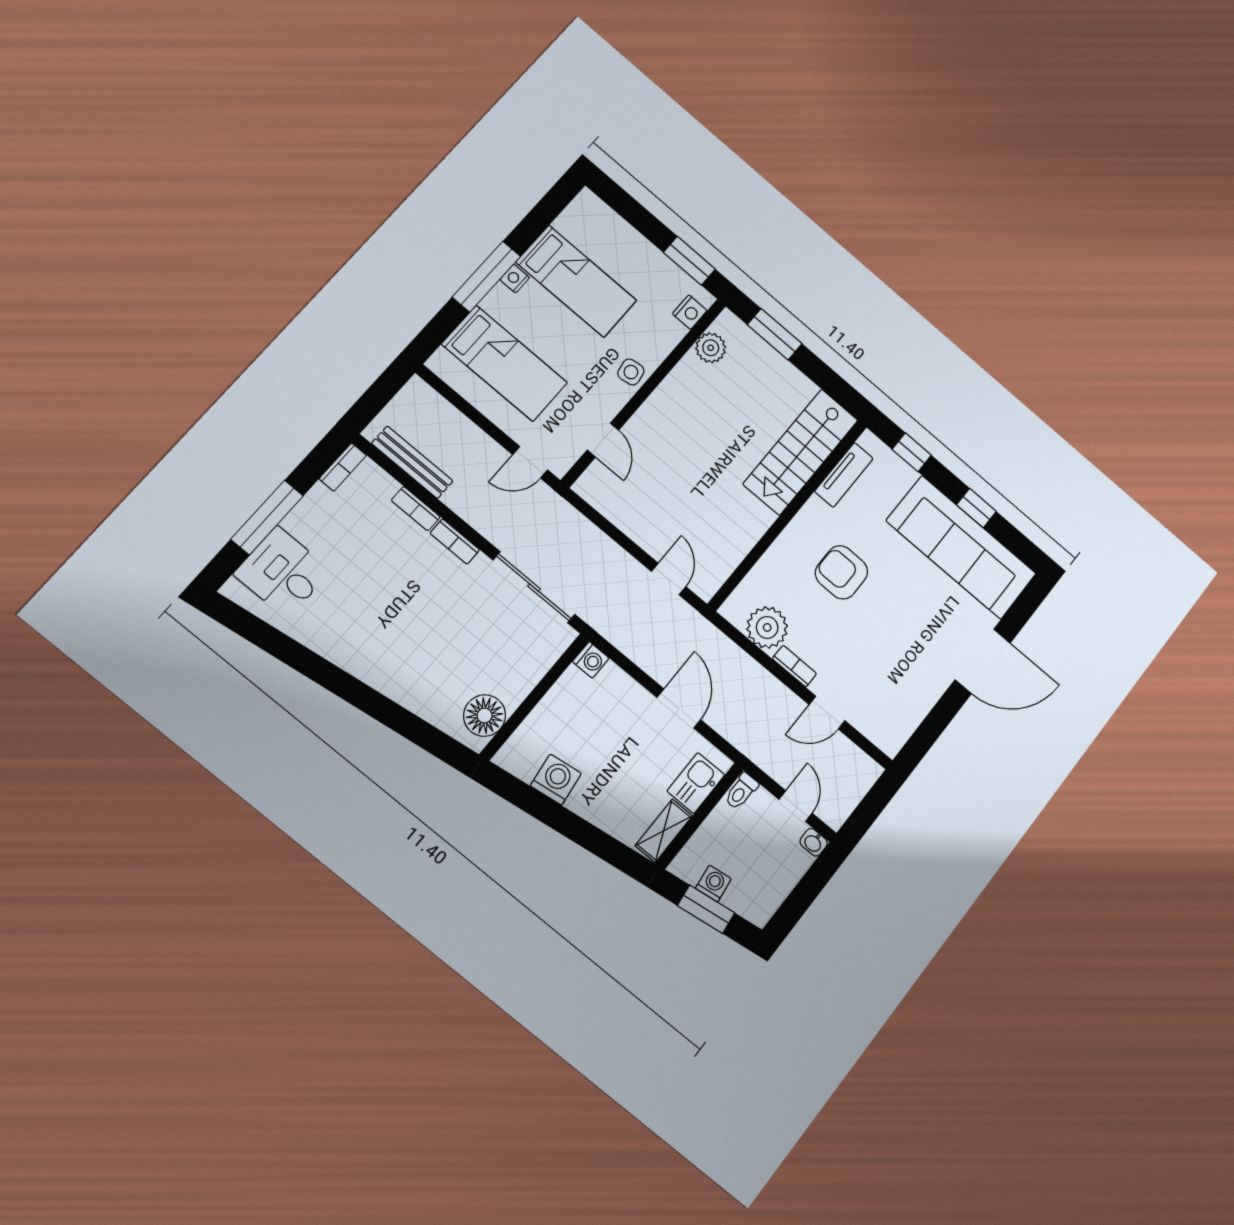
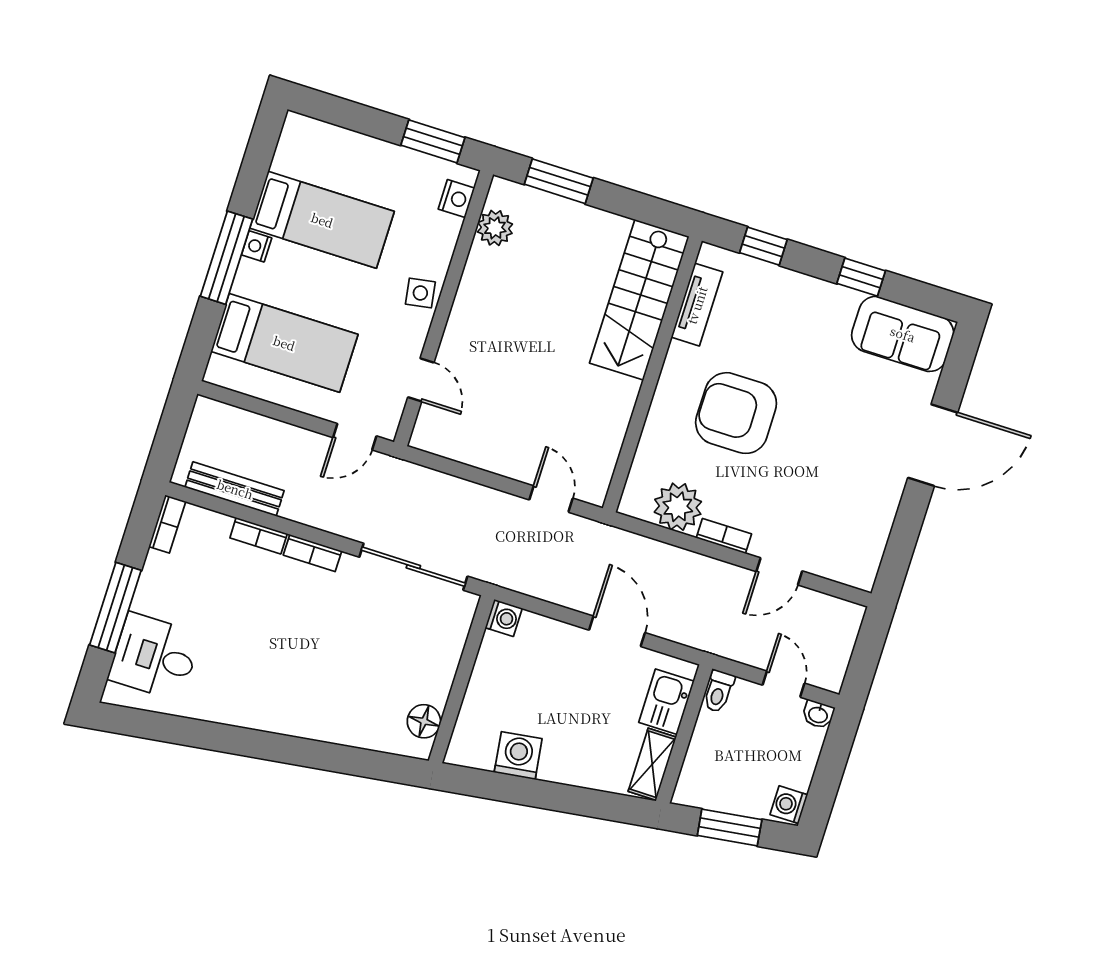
sofa: (961, 547) -> (903, 334), width x0.54, depth x0.79
armchair: (841, 572) -> (736, 413), width x1.36, depth x1.36
floor lamp: (485, 716) -> (424, 721), width x0.73, depth x0.73
washing machine: (713, 884) -> (789, 805), moved, turned -82

